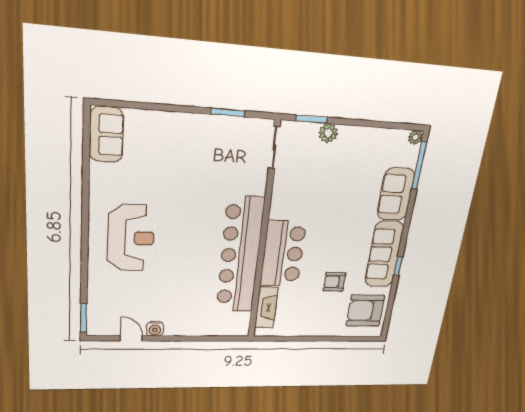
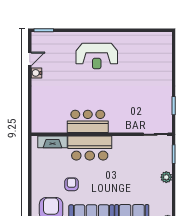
plant: (328, 133) -> (166, 177), moved
sofa: (106, 135) -> (156, 41), removed
bar counter: (240, 255) -> (88, 121), width x0.54

